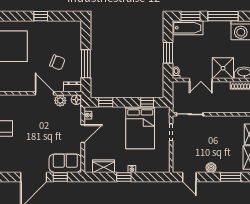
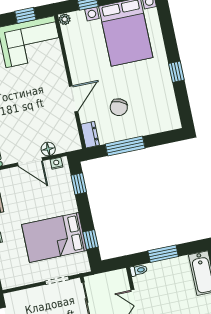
plant: (60, 100) -> (68, 122), removed
floor lamp: (76, 100) -> (48, 149), moved

